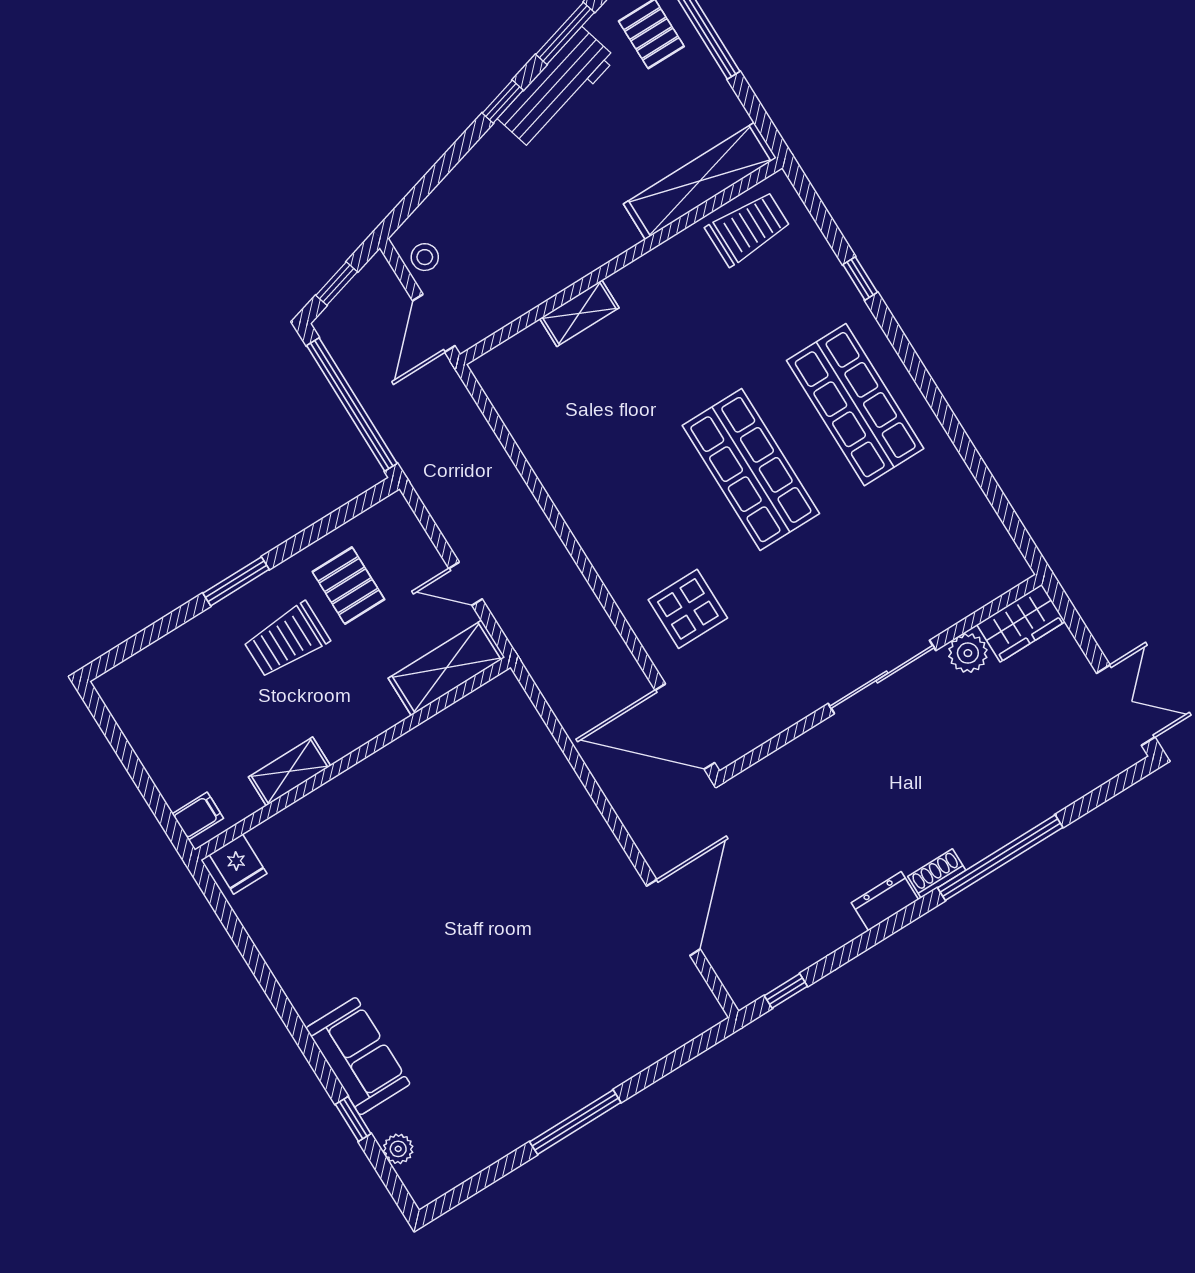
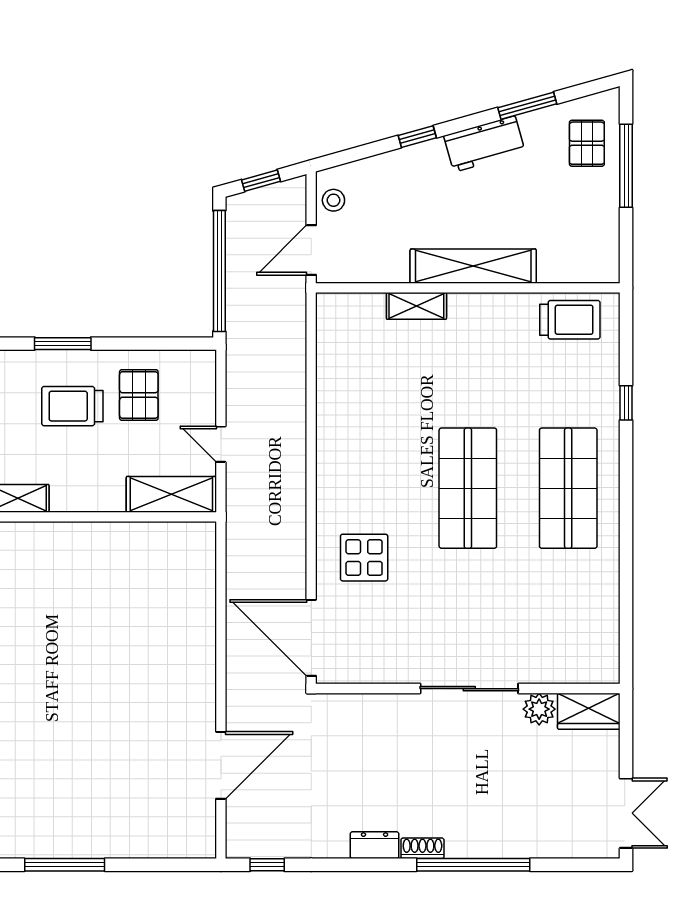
workbench: (557, 88) -> (484, 144), width x0.73
window: (503, 102) -> (417, 137), moved
shelving: (700, 181) -> (473, 266), moved

